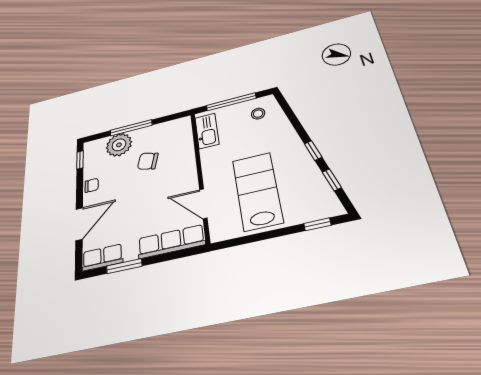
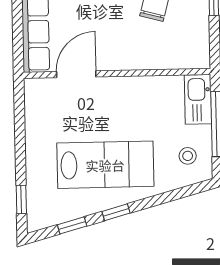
kitchen sink: (207, 131) -> (198, 99), moved, turned 90
lab bench: (257, 191) -> (105, 165), moved

